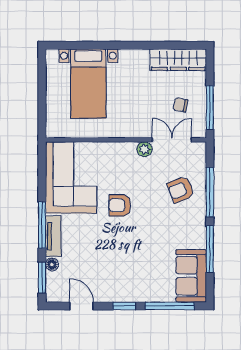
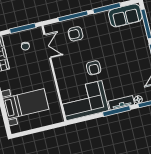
double door: (172, 140) -> (47, 46), swing flipped
plant: (145, 149) -> (57, 61), removed
armchair: (181, 190) -> (76, 34), turned 111

